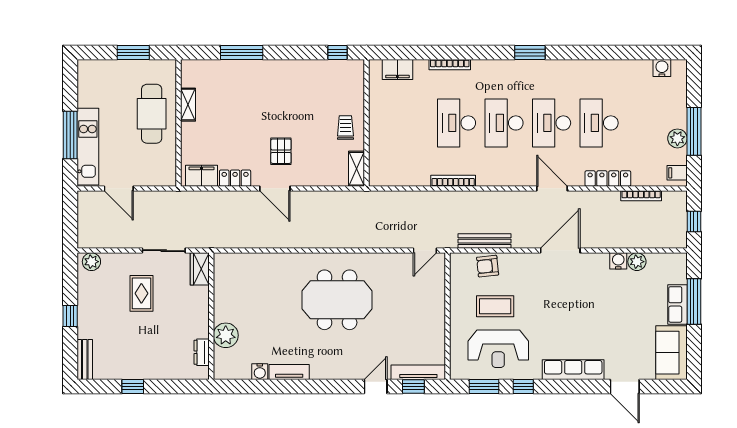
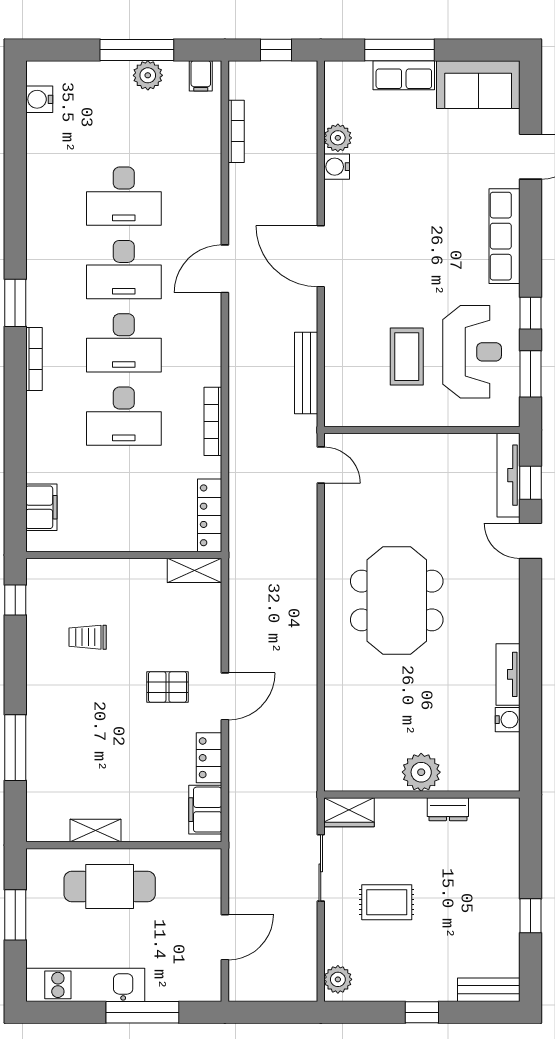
bookcase: (450, 65) -> (34, 359), moved
trolley: (345, 127) -> (88, 637), moved
kitchen unit: (88, 147) -> (85, 985), moved
locker: (608, 179) -> (210, 515), moved
armchair: (488, 266) -> (345, 368), removed
plant: (226, 335) -> (421, 772), moved
dresser: (202, 352) -> (448, 809), moved

